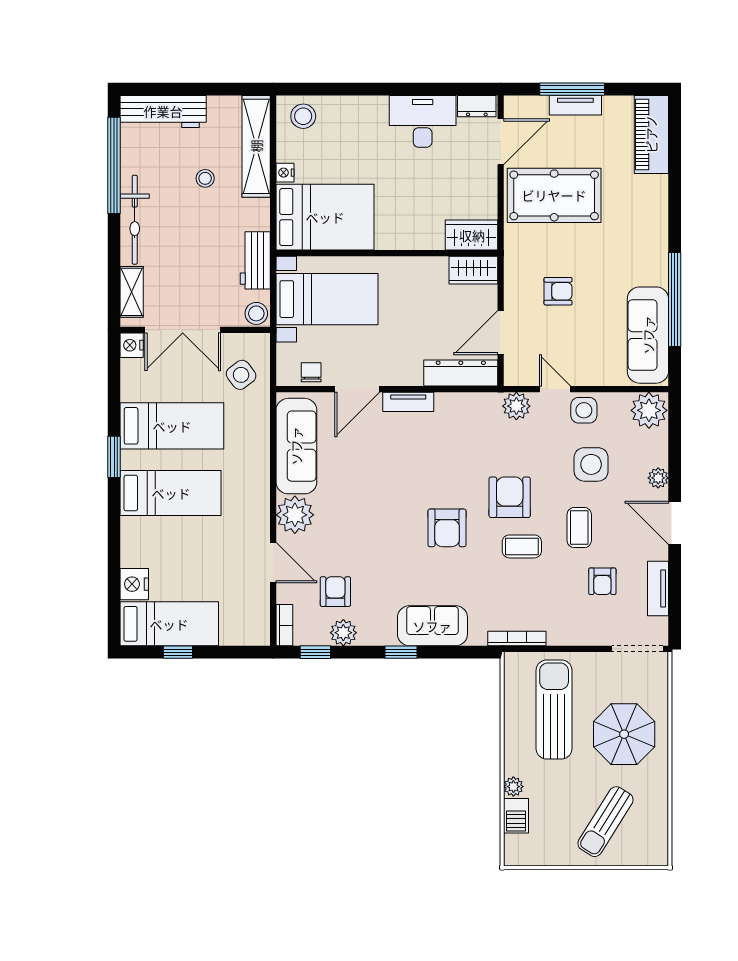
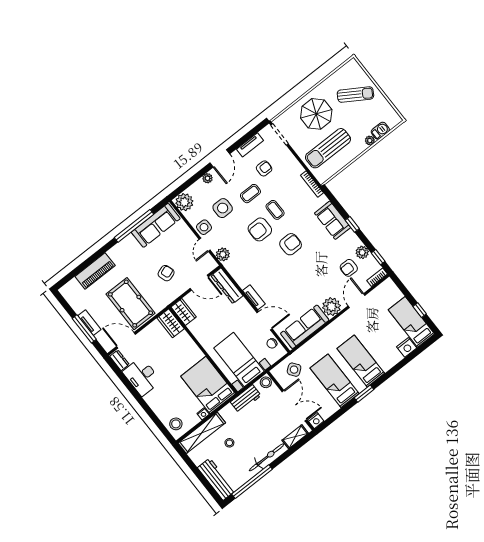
piano: (651, 134) -> (95, 271), moved
armchair: (558, 291) -> (166, 273), turned 71

